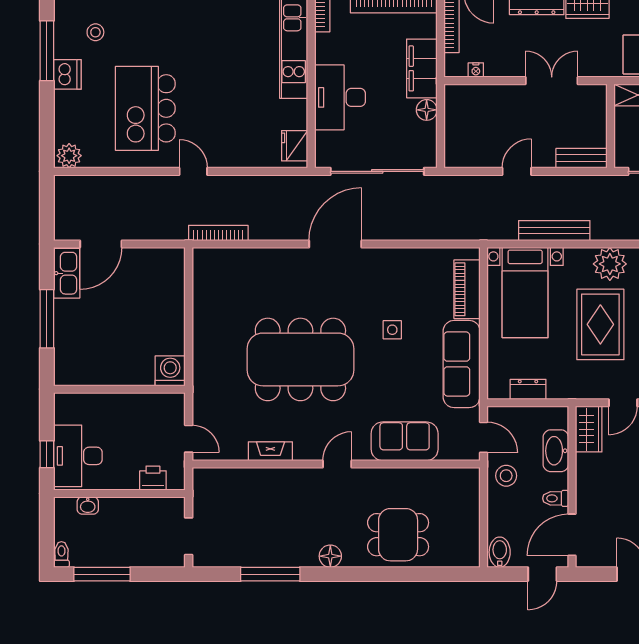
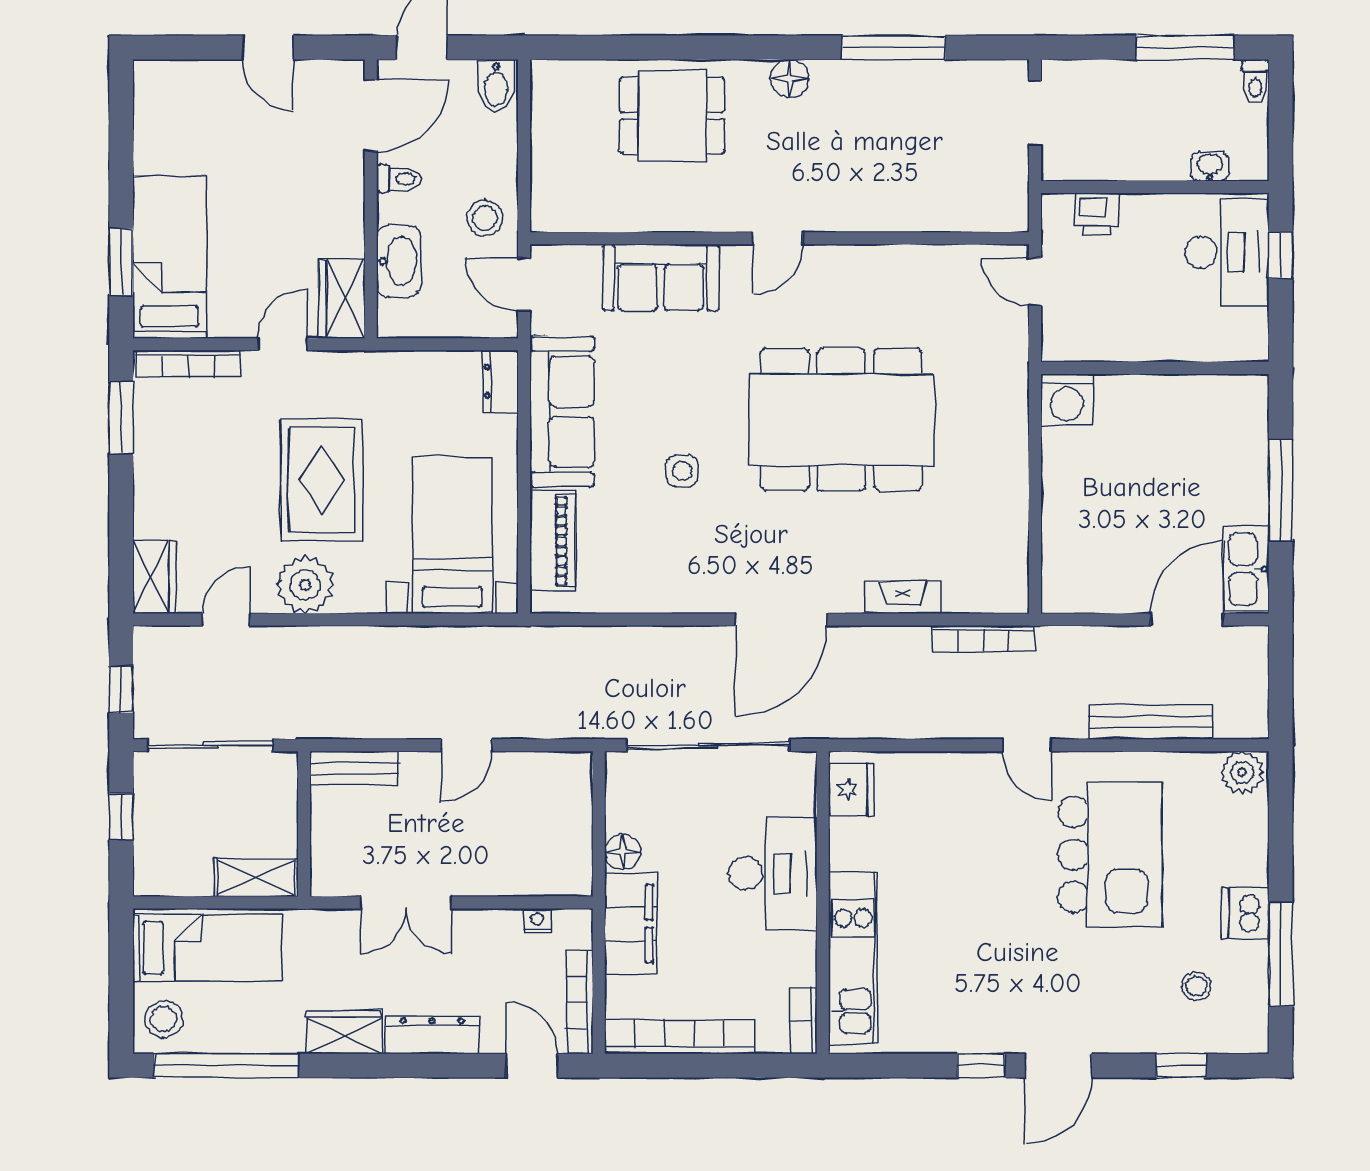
bench: (554, 231) -> (1151, 722), moved
dresser: (528, 389) -> (501, 381), moved, turned 90
fireplace: (270, 451) -> (903, 597), moved, turned 180

